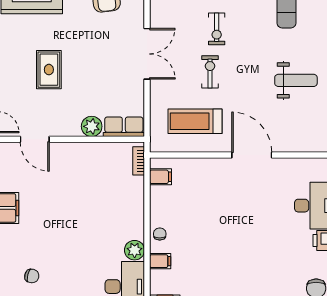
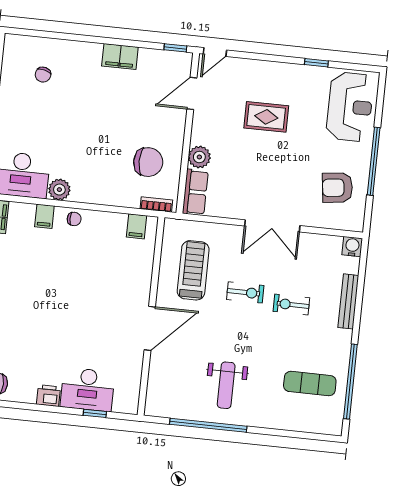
chair: (101, 172) -> (148, 162), added

